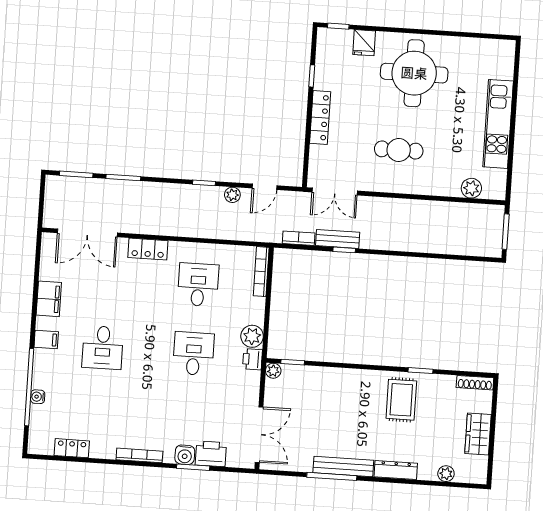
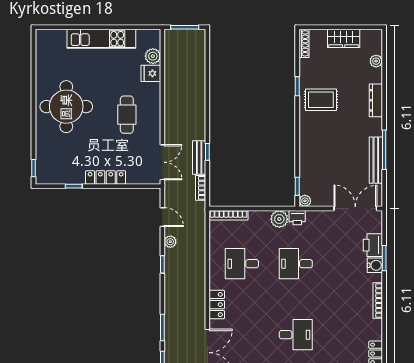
fridge: (364, 43) -> (151, 73), moved, turned 180
bench: (343, 466) -> (376, 160), moved

